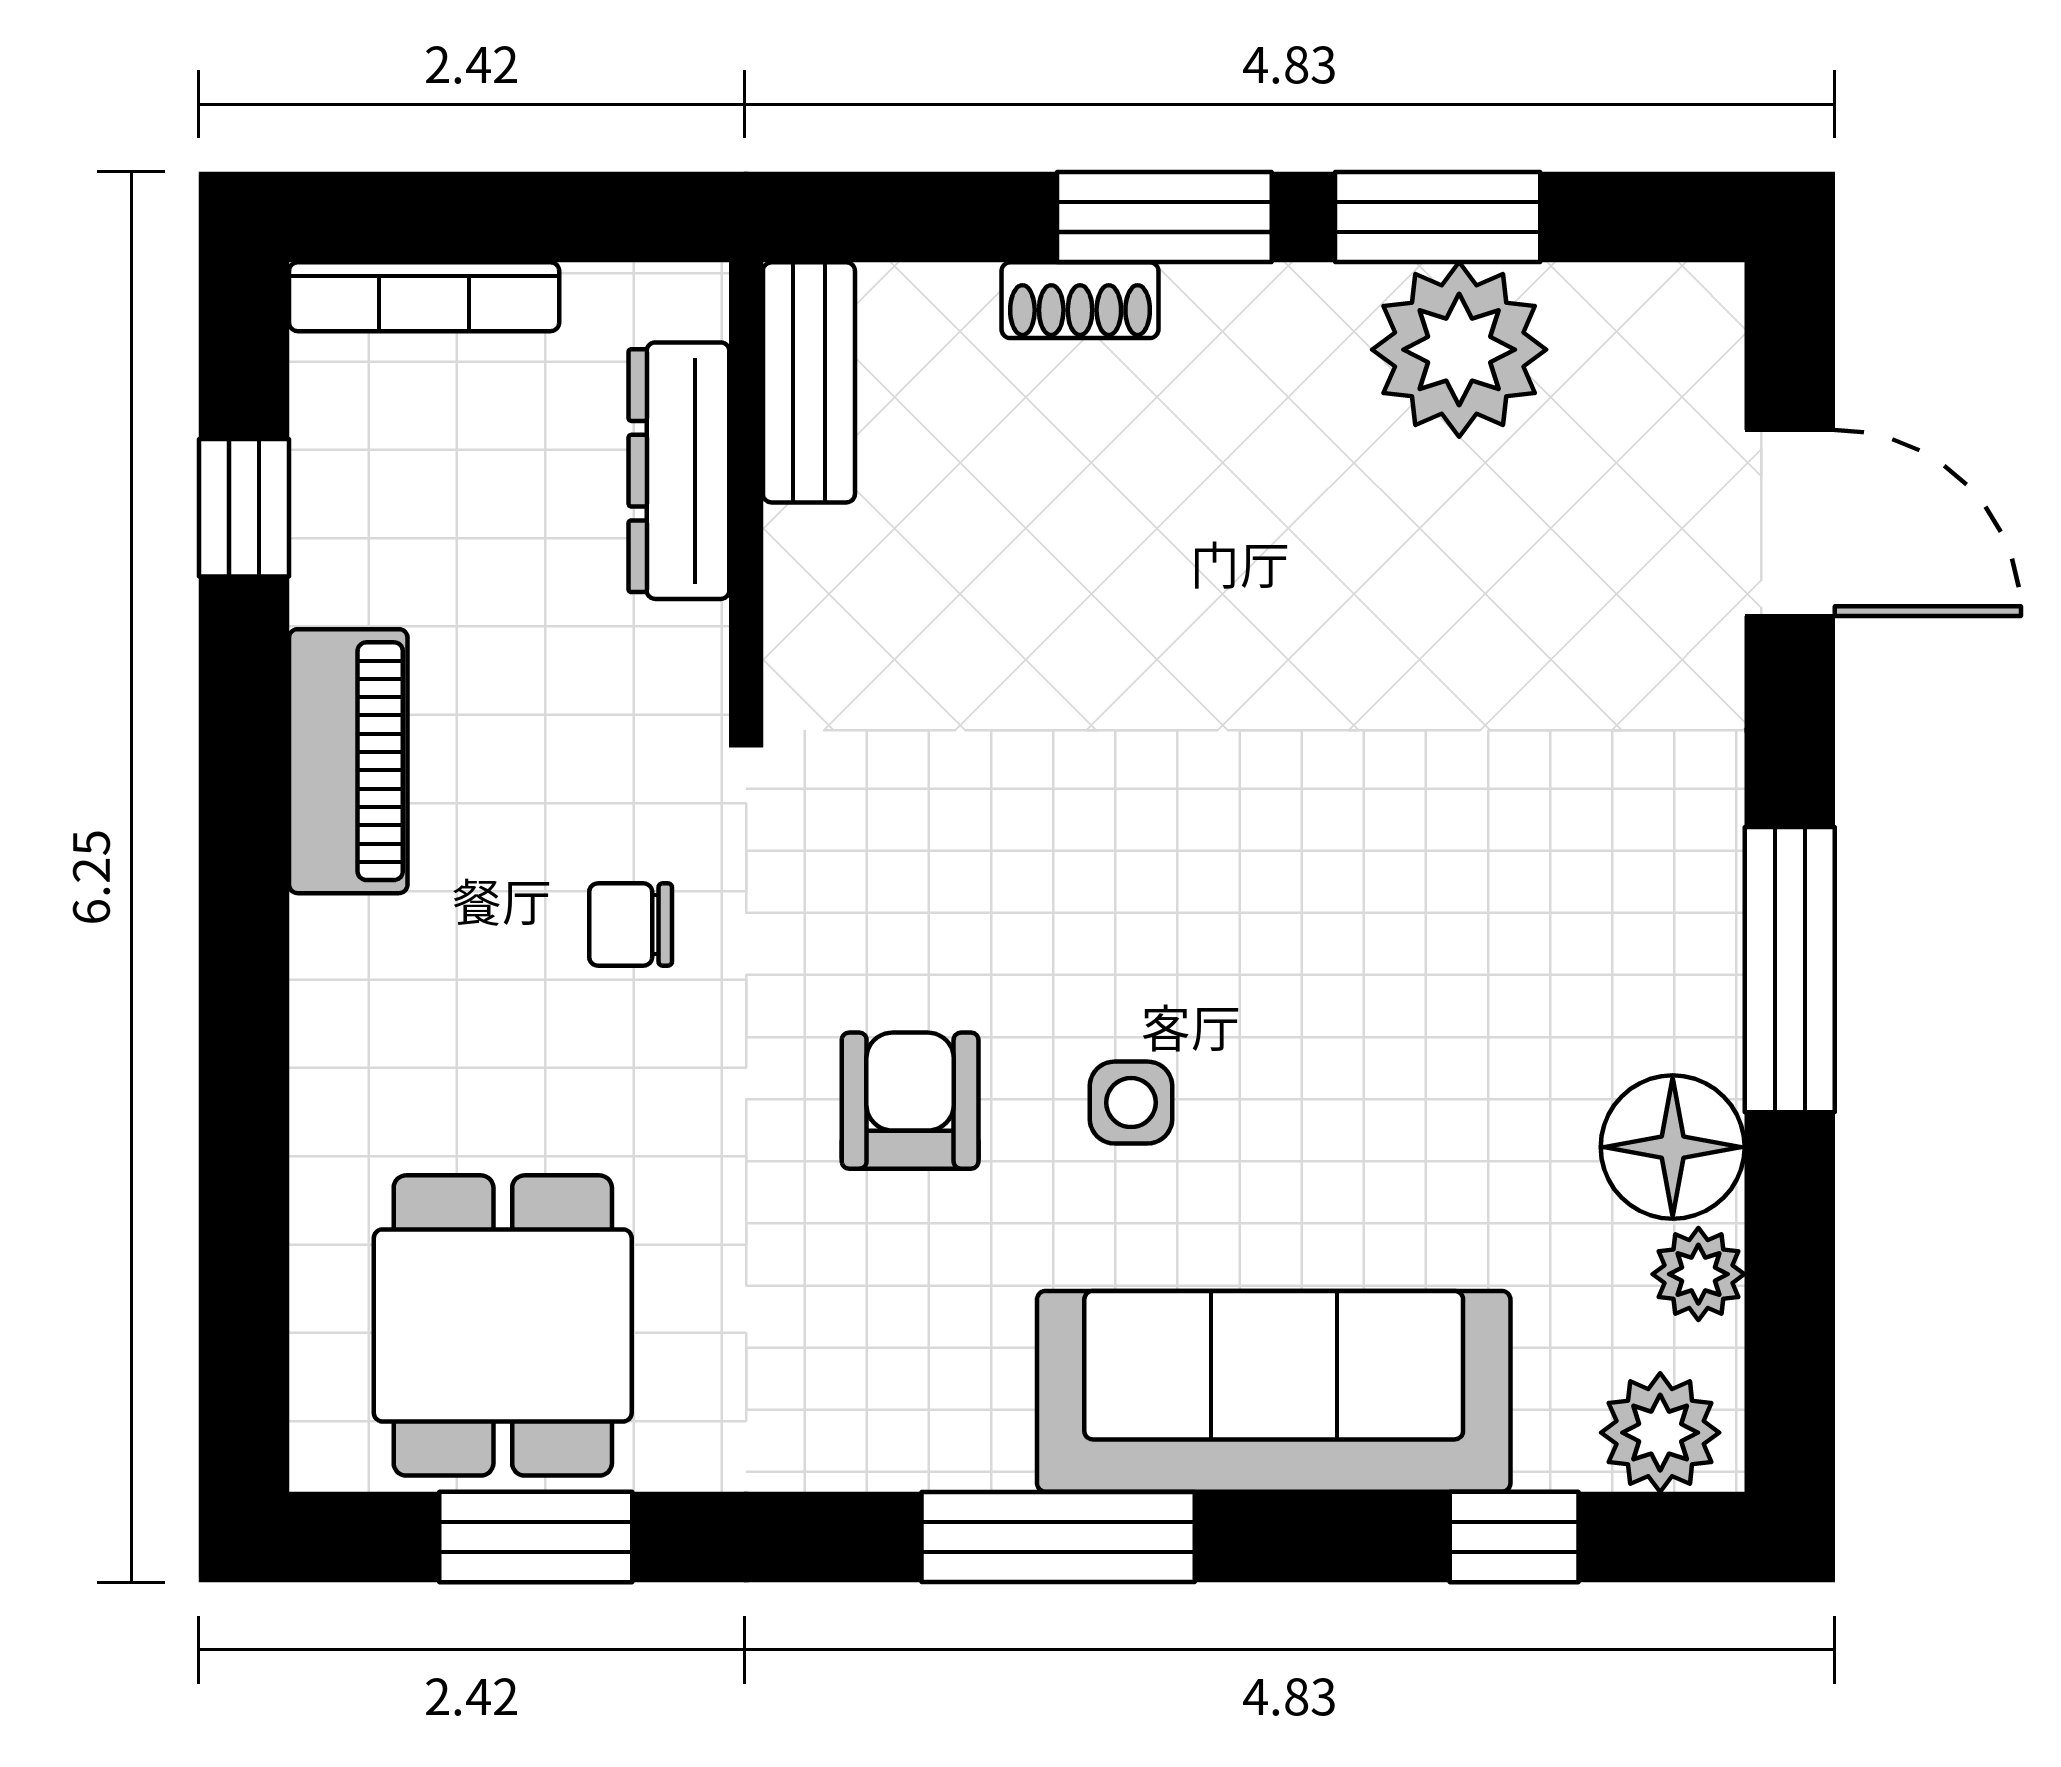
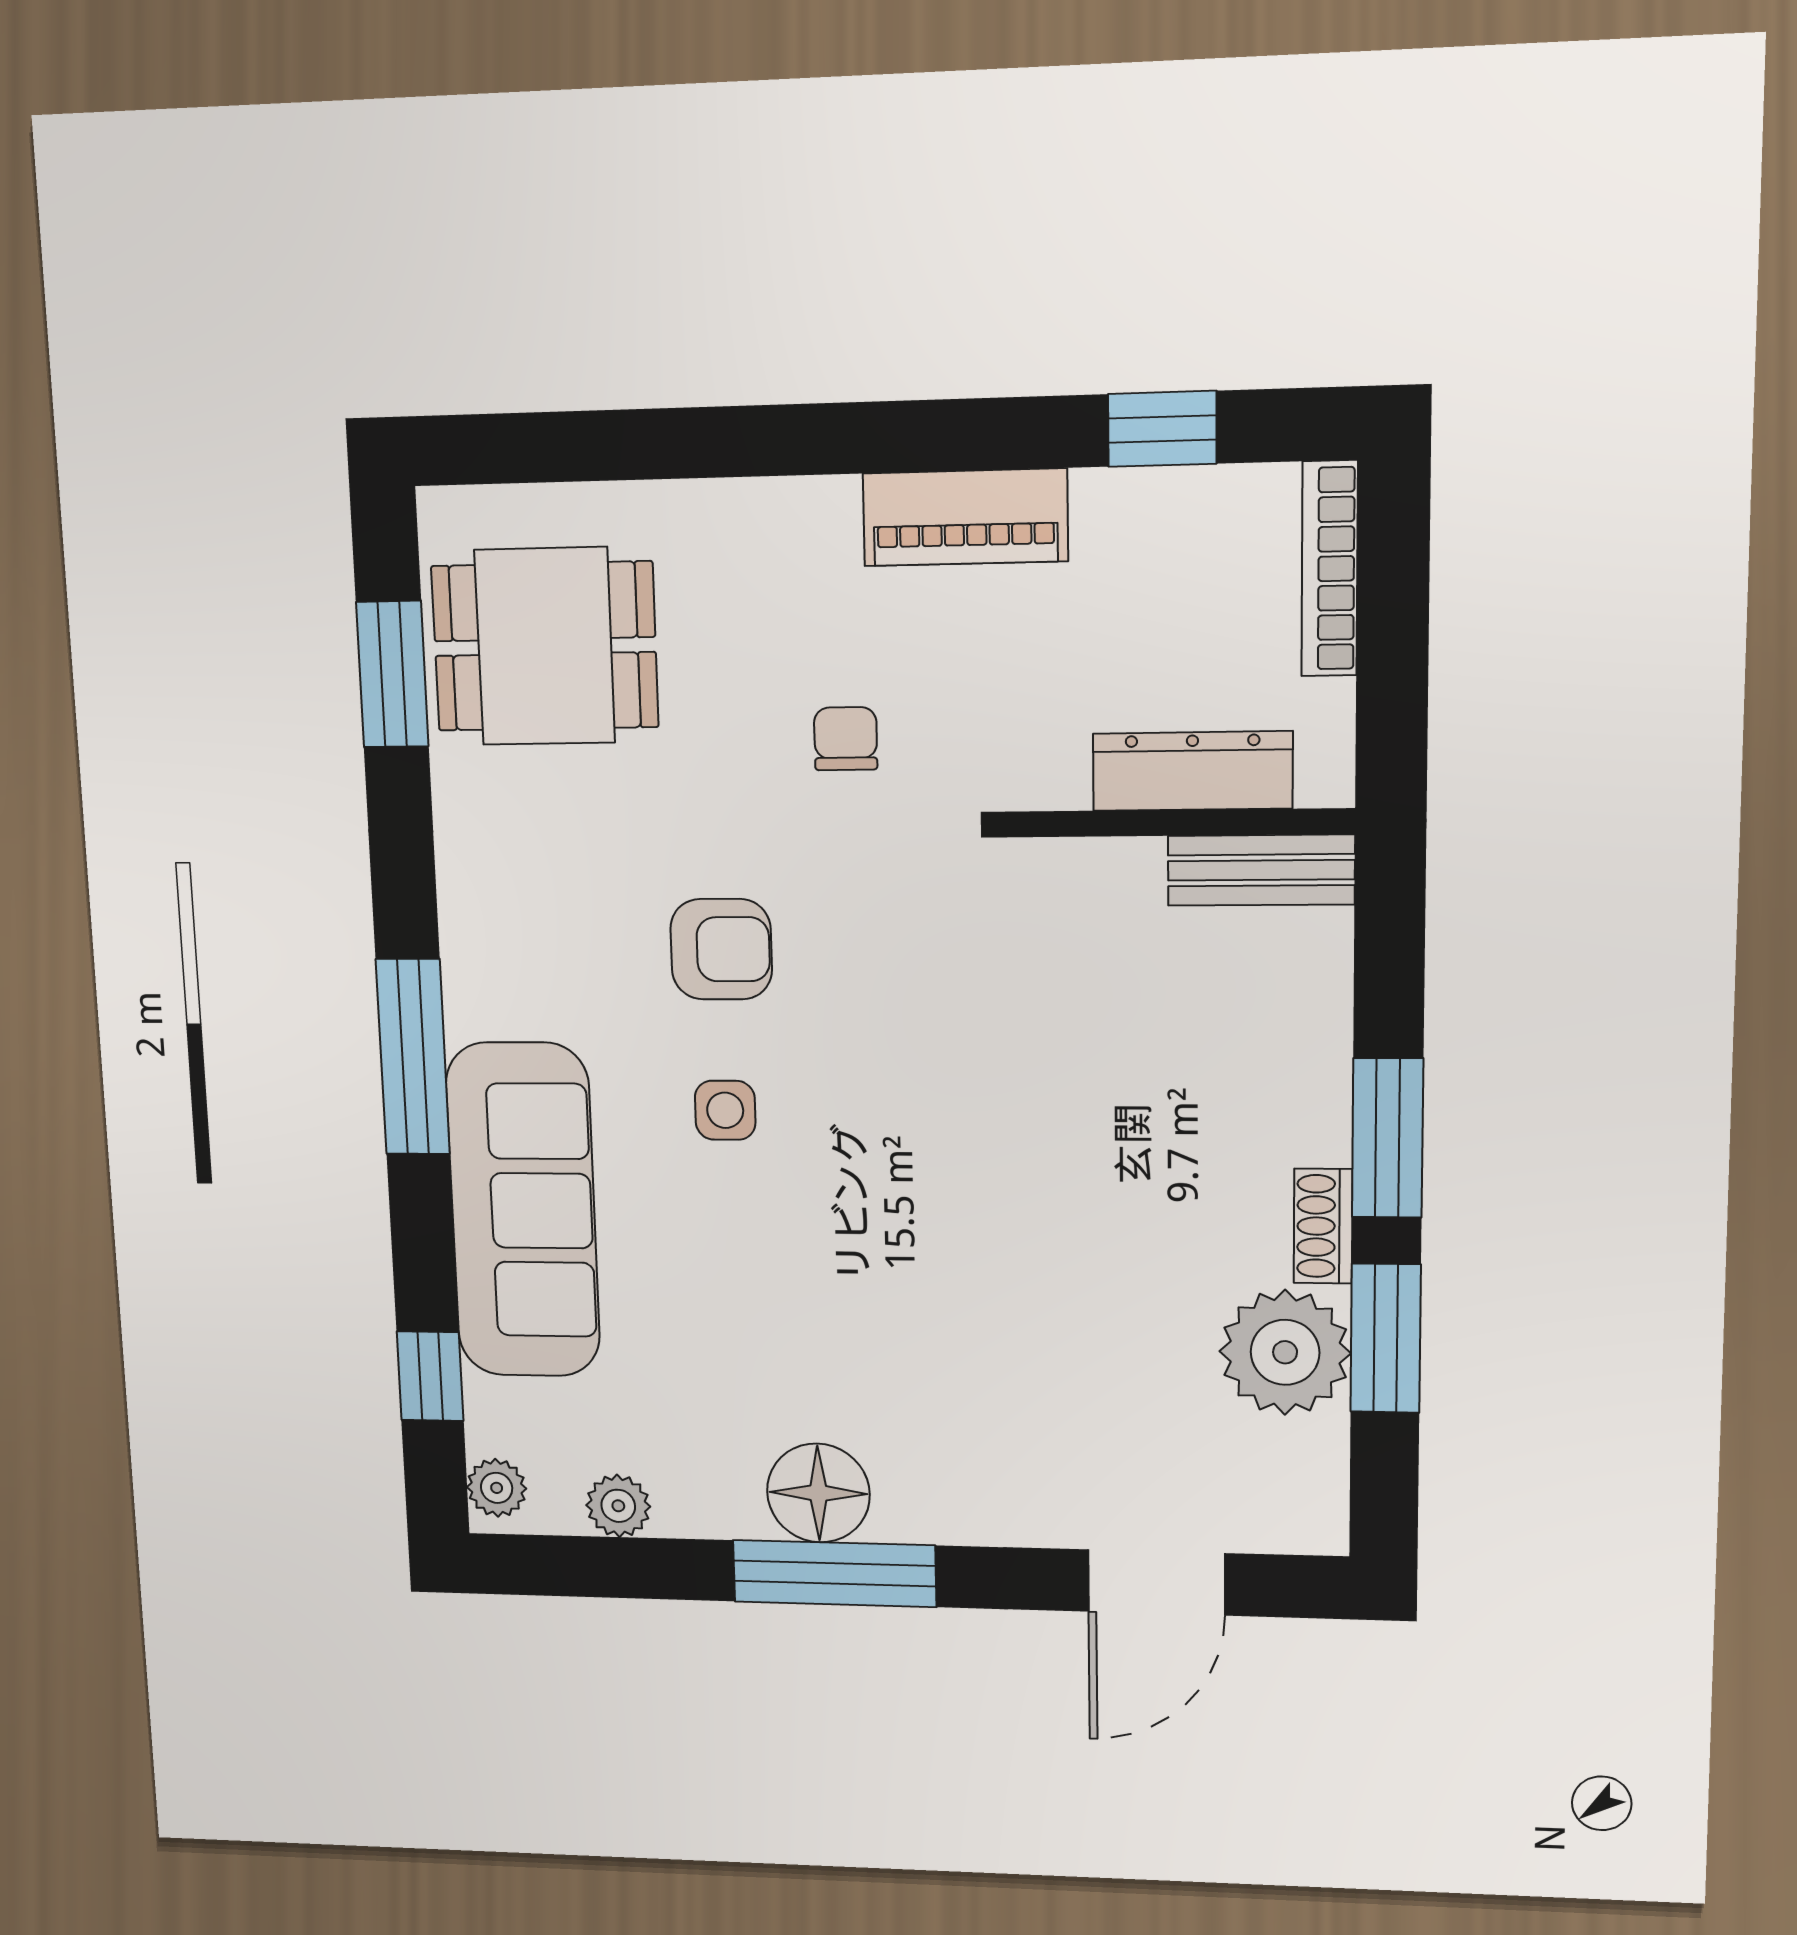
shoe rack: (1080, 300) -> (1323, 1226), moved
floor lamp: (1673, 1147) -> (818, 1493), moved
plant: (1660, 1433) -> (497, 1488), width x0.73, depth x0.73

